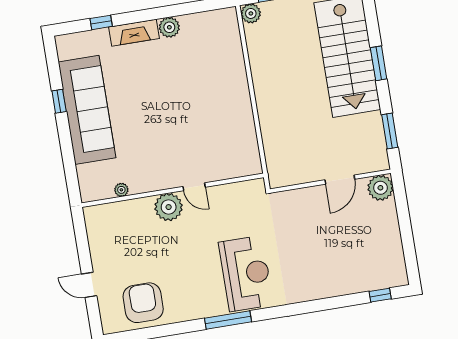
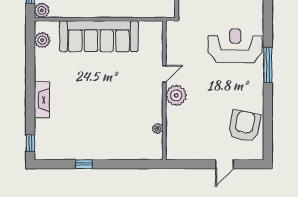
window: (101, 22) -> (30, 143), moved
plant: (169, 27) -> (42, 40), moved
sofa: (87, 110) -> (99, 36), moved, turned 180
armchair: (143, 303) -> (244, 126), turned 101

